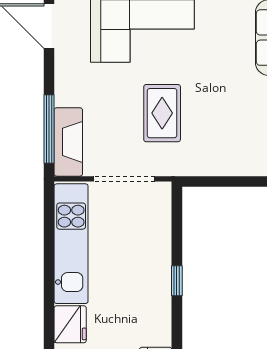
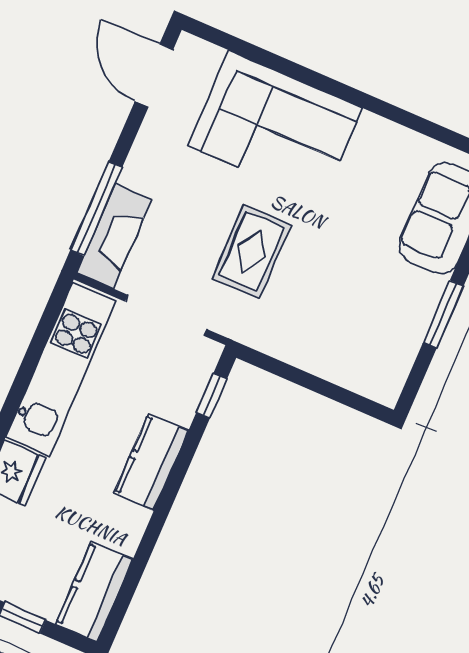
kitchen counter: (156, 279) -> (151, 462), added
window: (177, 281) -> (212, 396), moved

